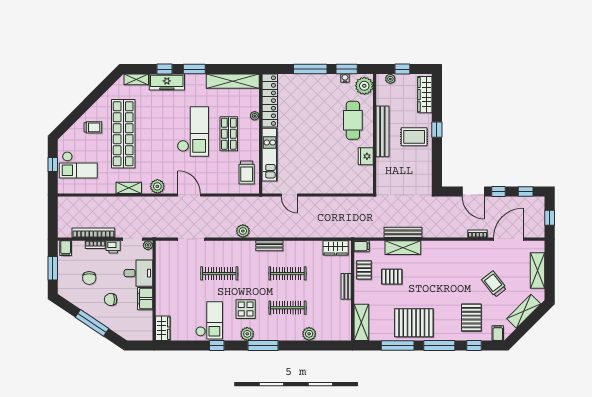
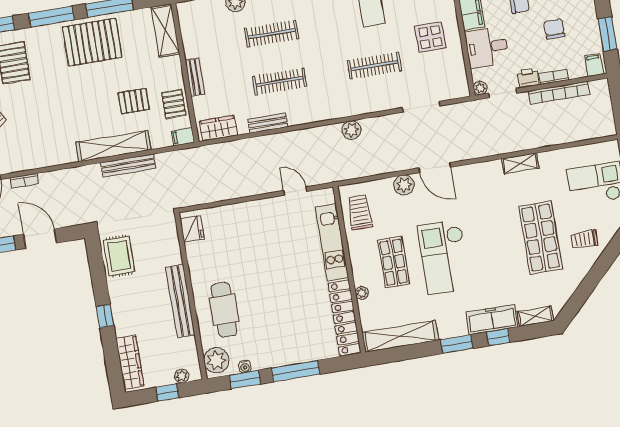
shop shelf: (123, 134) -> (541, 238), width x0.71
rug: (414, 137) -> (119, 256), moved, turned 90
fridge: (366, 156) -> (192, 229), moved
plant: (157, 186) -> (404, 185), moved
bench: (269, 246) -> (268, 123), moved
shelving: (403, 248) -> (113, 146), width x1.47
display table: (246, 309) -> (430, 37), moved

